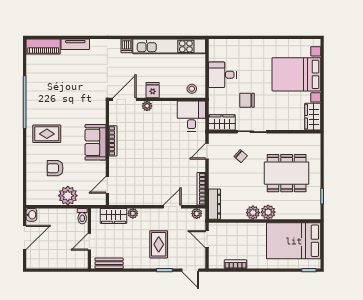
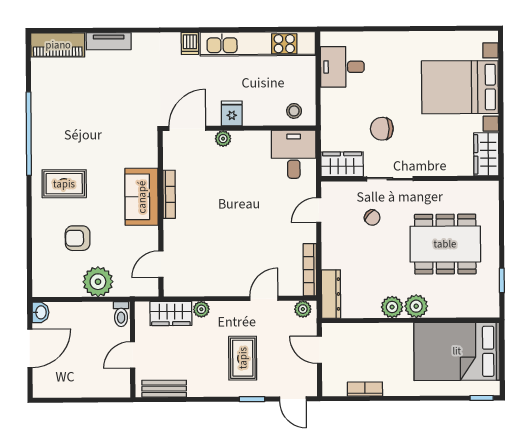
desk: (222, 75) -> (342, 67), moved

